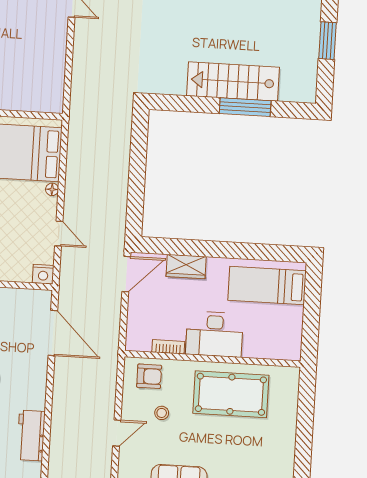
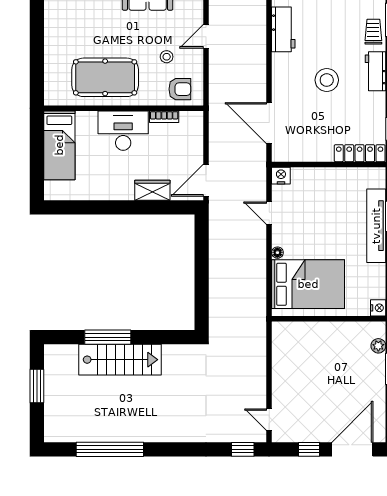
window: (328, 41) -> (37, 386), moved
bed: (267, 286) -> (59, 145), moved, turned 90
armchair: (149, 376) -> (180, 89), turned 180

